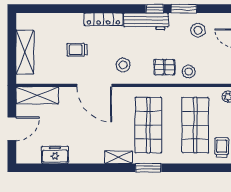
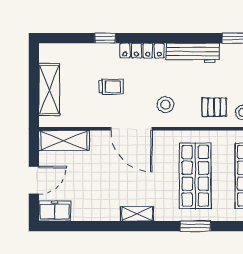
window: (155, 9) -> (105, 38), moved
trolley: (77, 50) -> (111, 87), turned 180
freezer: (55, 155) -> (55, 211), moved
shelving: (118, 157) -> (137, 214), moved

